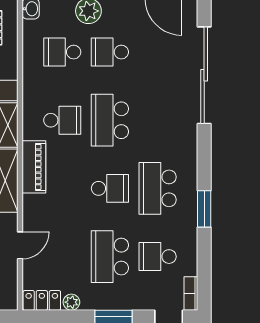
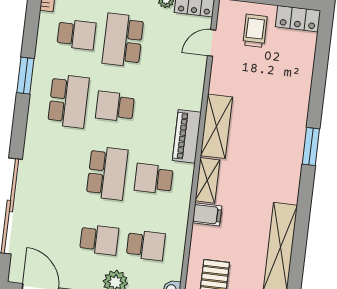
door: (20, 245) -> (212, 43), moved
school desk: (110, 257) -> (123, 40), turned 180

